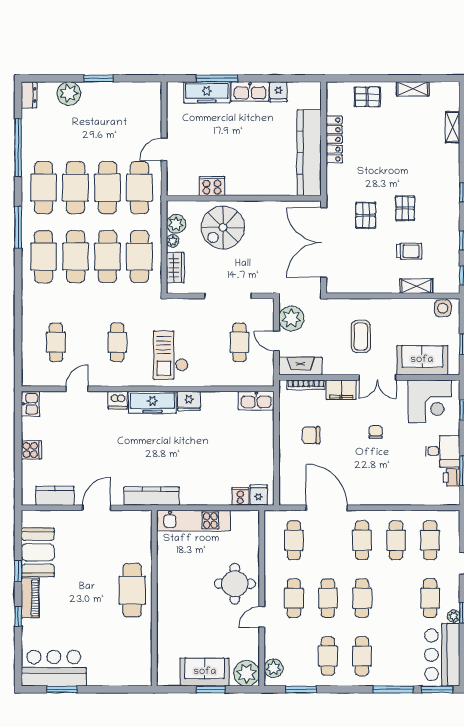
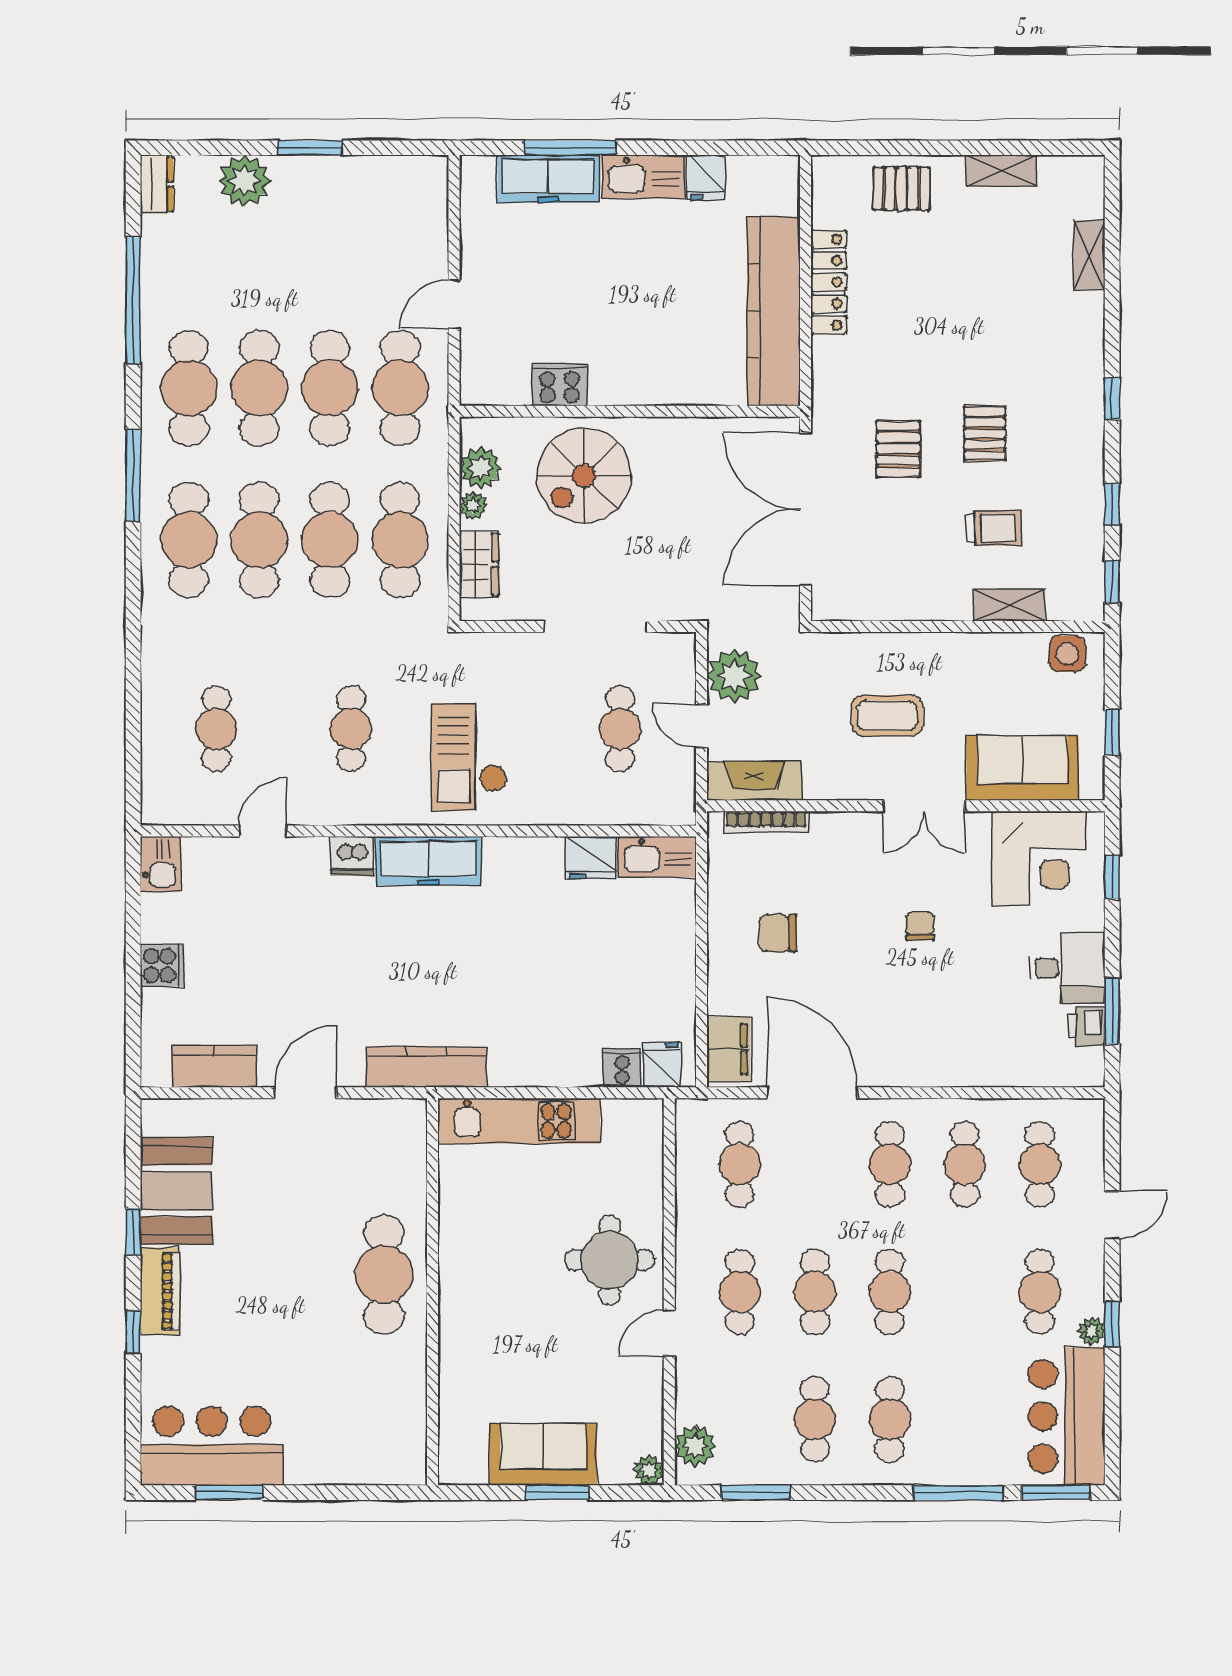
coffee table: (361, 336) -> (887, 716), turned 90
filing cabinet: (341, 390) -> (729, 1049), moved, turned -90
fridge: (189, 401) -> (590, 858), moved
plant: (246, 673) -> (649, 1470), width x0.53, depth x0.53

